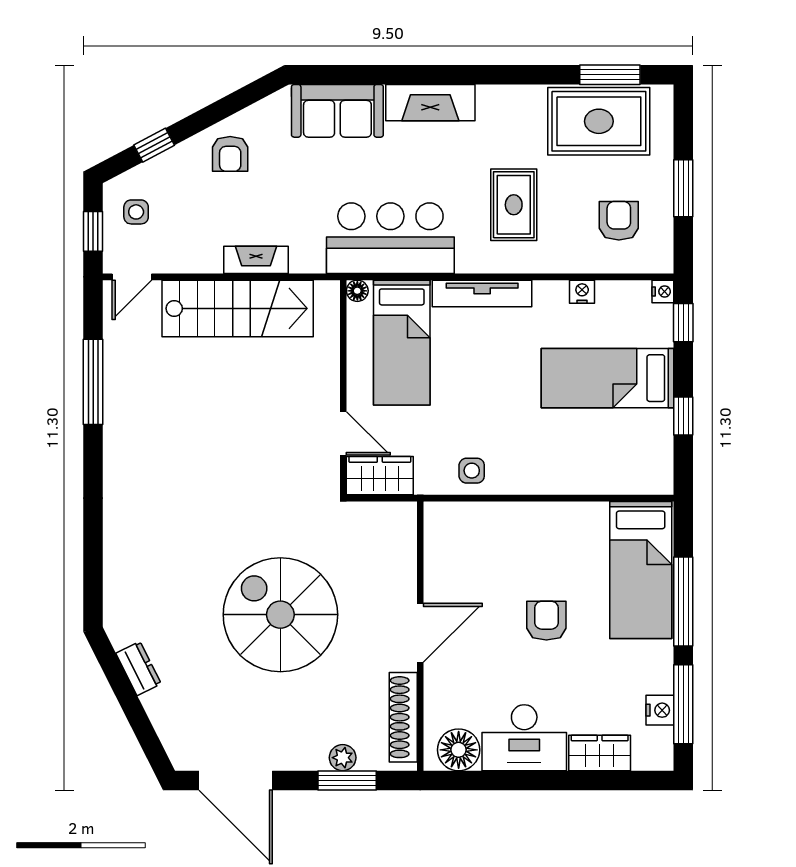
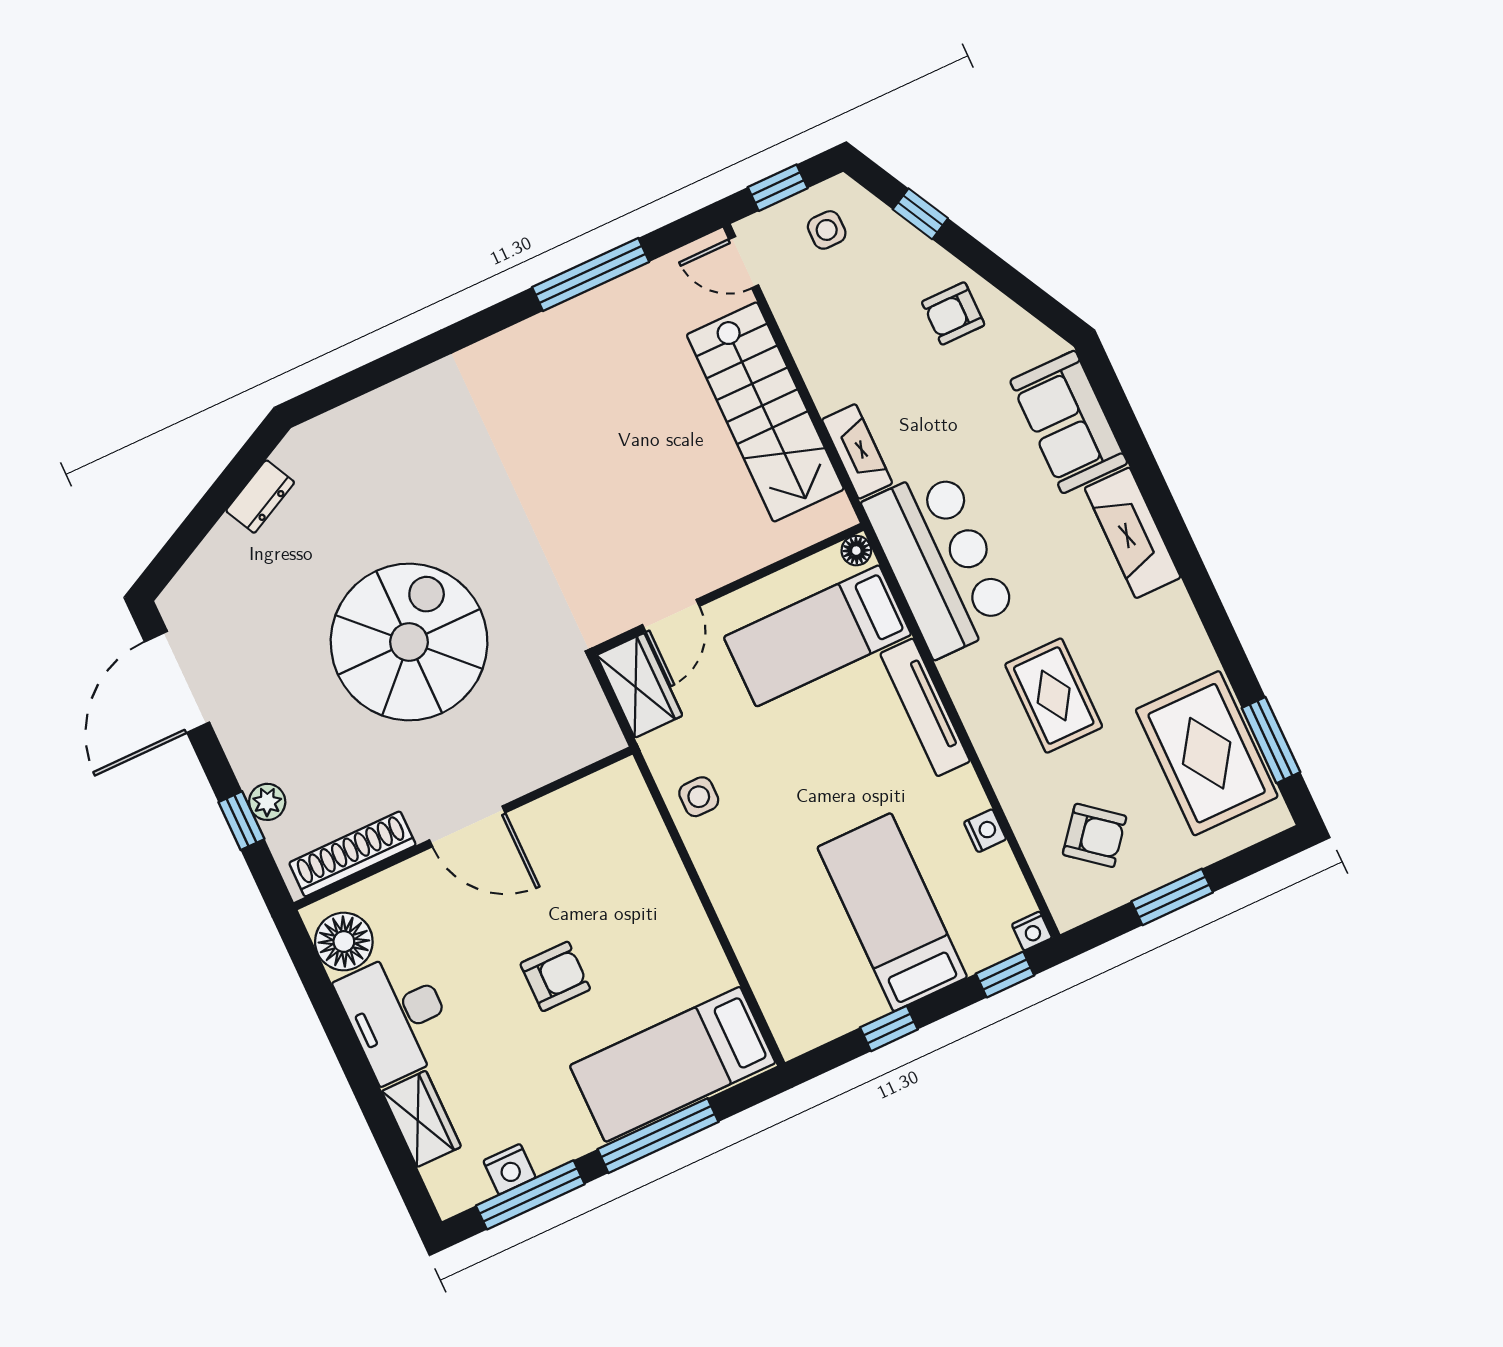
rug: (514, 205) -> (1054, 696), turned 90
armchair: (619, 221) -> (1095, 835), turned 39
fireplace: (256, 260) -> (857, 451), moved
window: (347, 780) -> (241, 821), width x0.67

